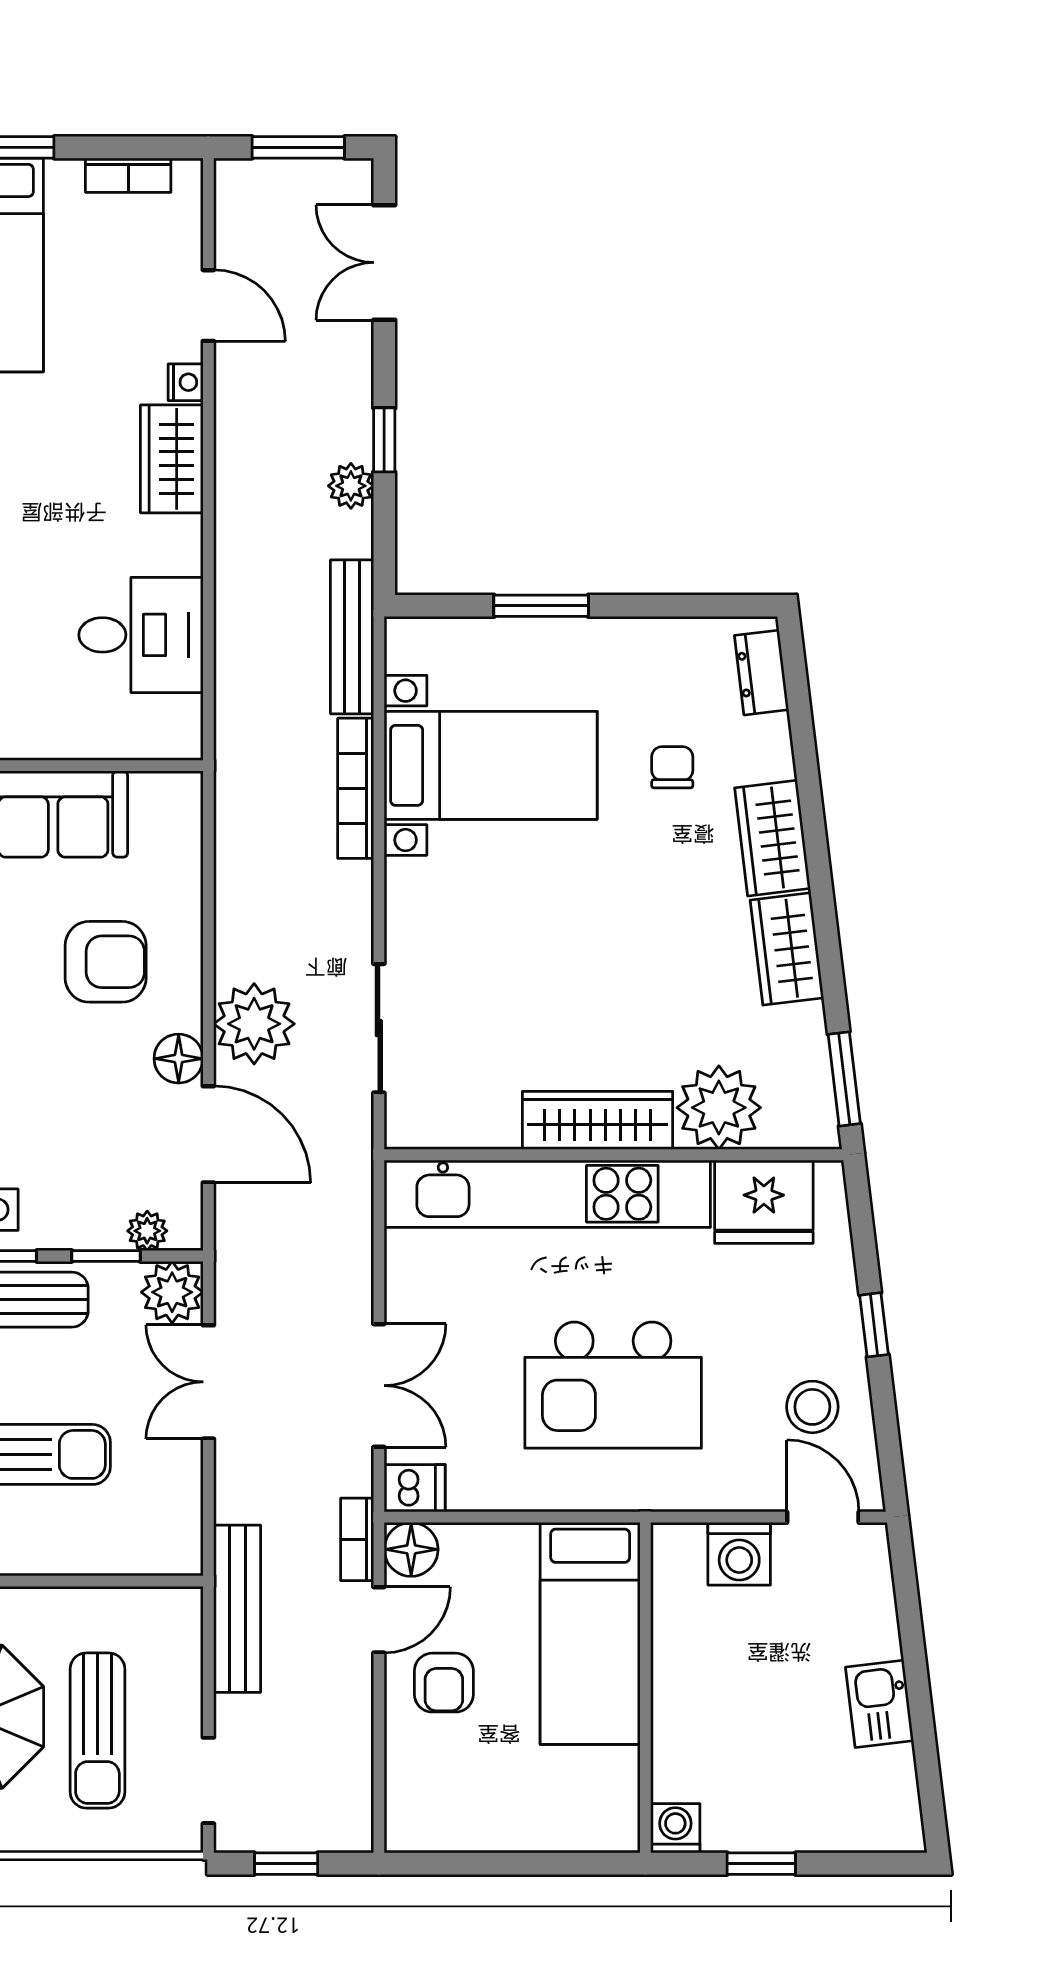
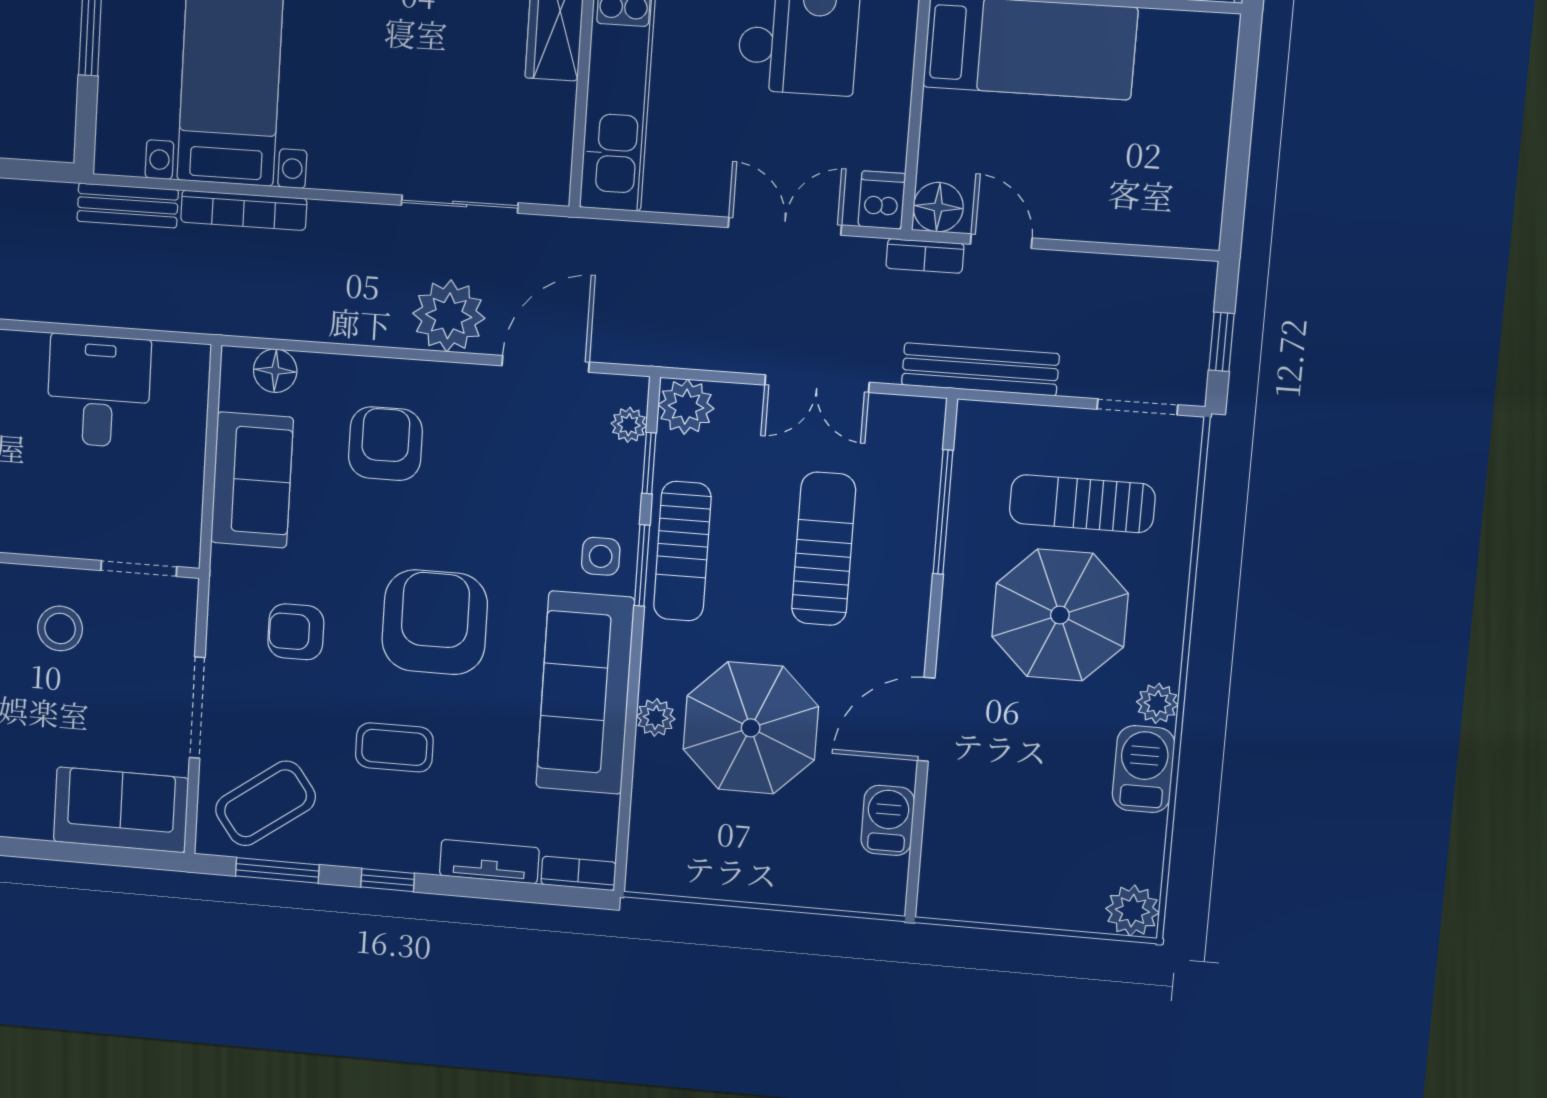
bench: (352, 637) -> (128, 205), width x0.73
floor lamp: (179, 1059) -> (275, 371), moved
double door: (208, 1382) -> (817, 384), moved
window: (77, 1581) -> (943, 512), added
armchair: (444, 1683) -> (1065, 185), removed
sun lounger: (97, 1730) -> (1082, 504), turned 180

